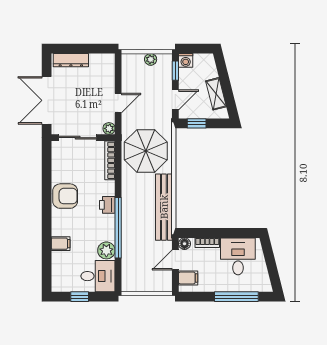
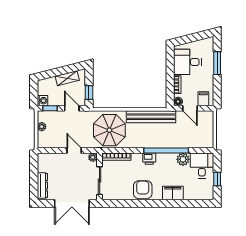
filing cabinet: (61, 244) -> (173, 193), width x2.00
window: (236, 297) -> (217, 63), width x0.69

